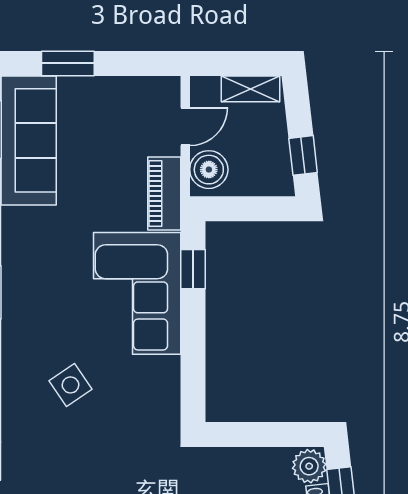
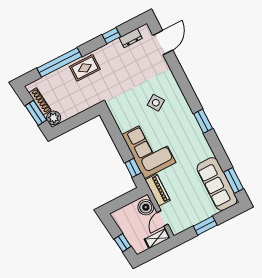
window: (68, 63) -> (205, 226), moved
shelving: (251, 89) -> (157, 239), moved
window: (303, 155) -> (123, 243), moved

